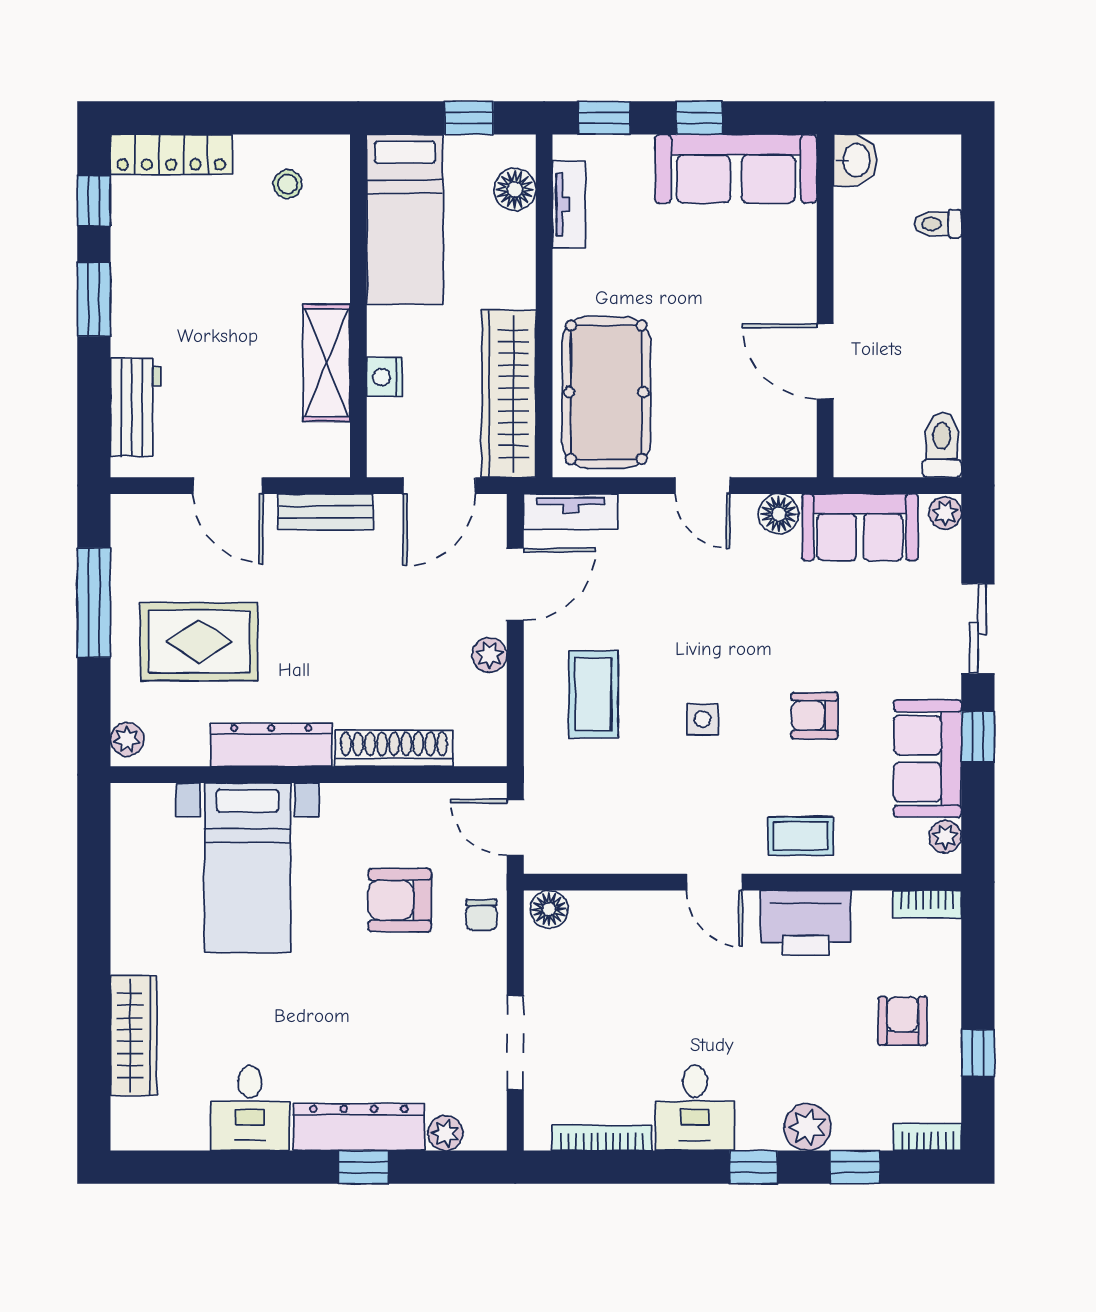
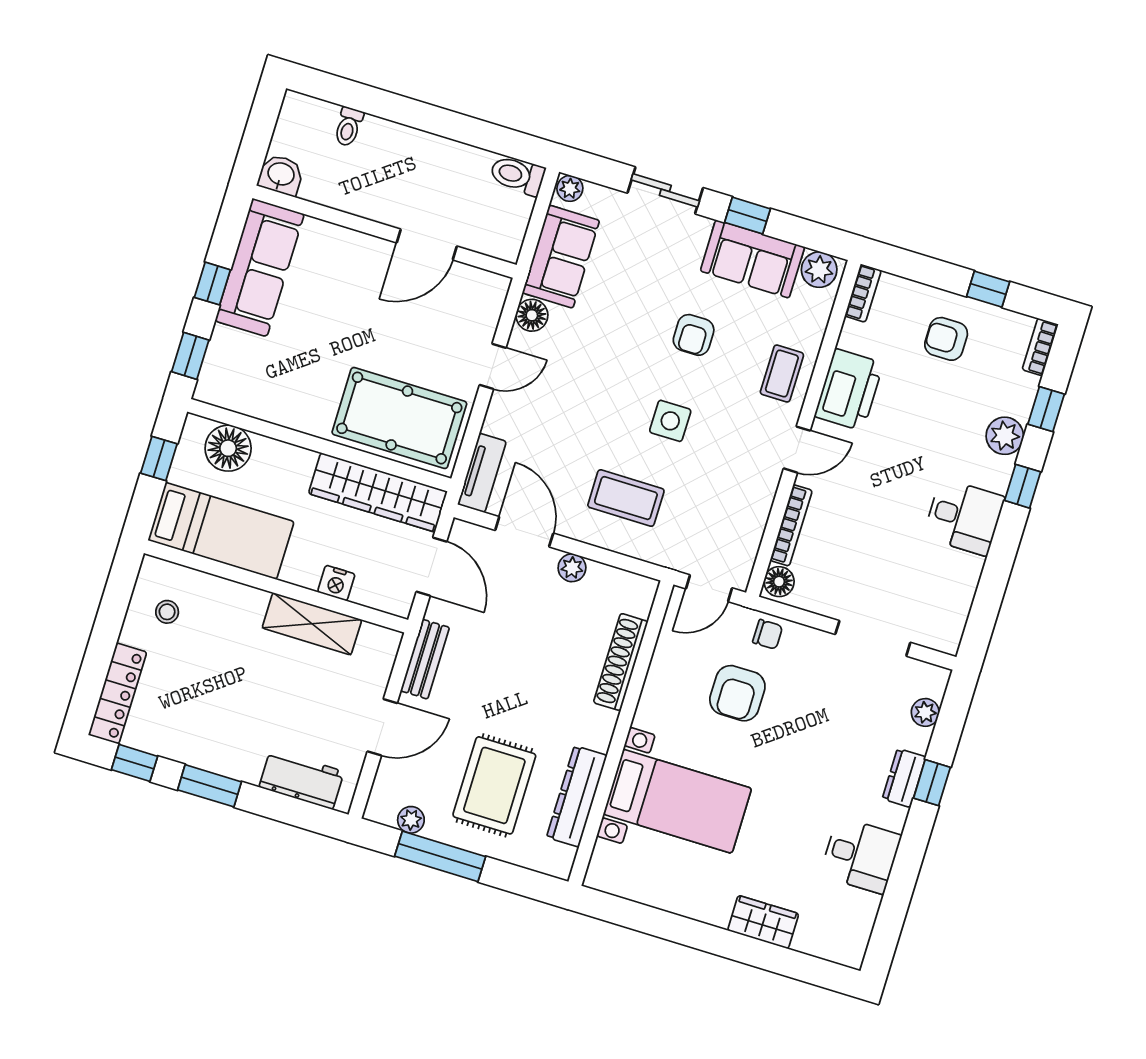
floor lamp: (515, 189) -> (228, 448), width x1.38, depth x1.38
tv unit: (569, 205) -> (248, 403), removed
side table: (702, 719) -> (670, 421), width x1.37, depth x1.37
plant: (127, 739) -> (411, 820), moved
dresser: (271, 745) -> (577, 796), moved
plant: (945, 837) -> (819, 270), width x1.38, depth x1.38
wardrobe: (134, 1035) -> (763, 922), width x0.67
dresser: (359, 1127) -> (904, 778), width x0.51, depth x0.80
bookcase: (602, 1138) -> (791, 525), moved, turned 180

